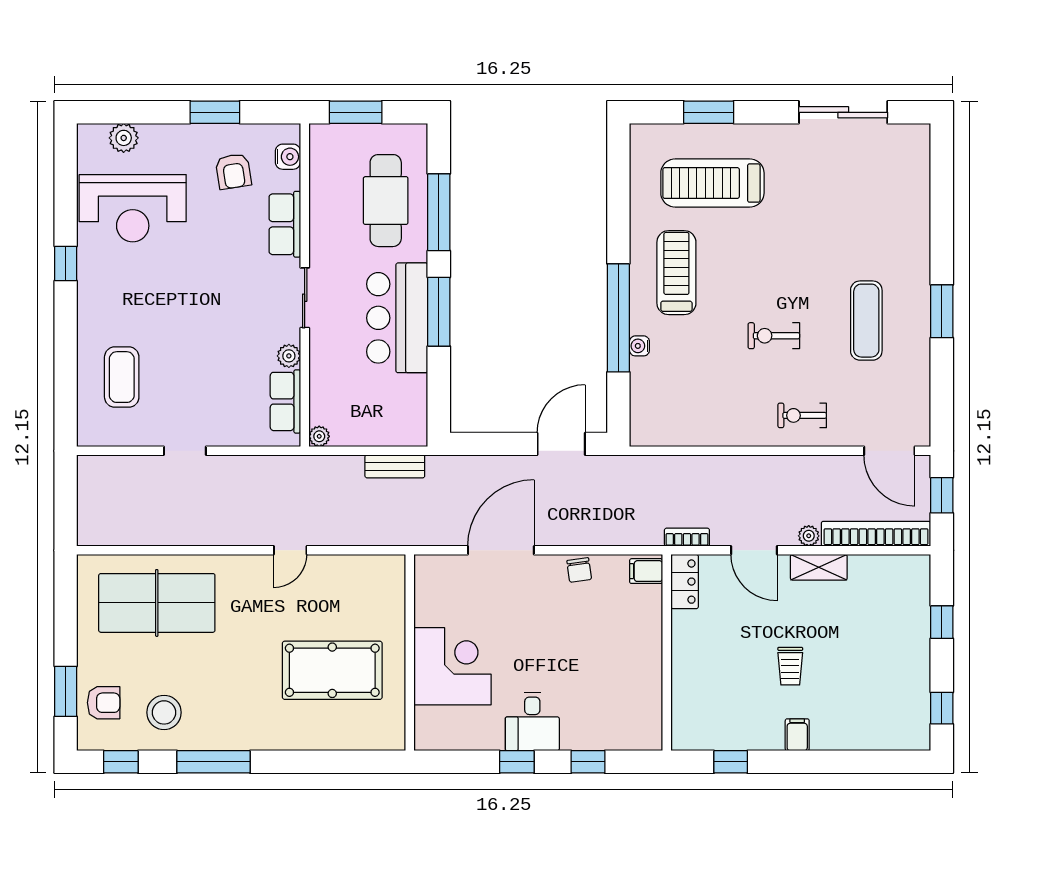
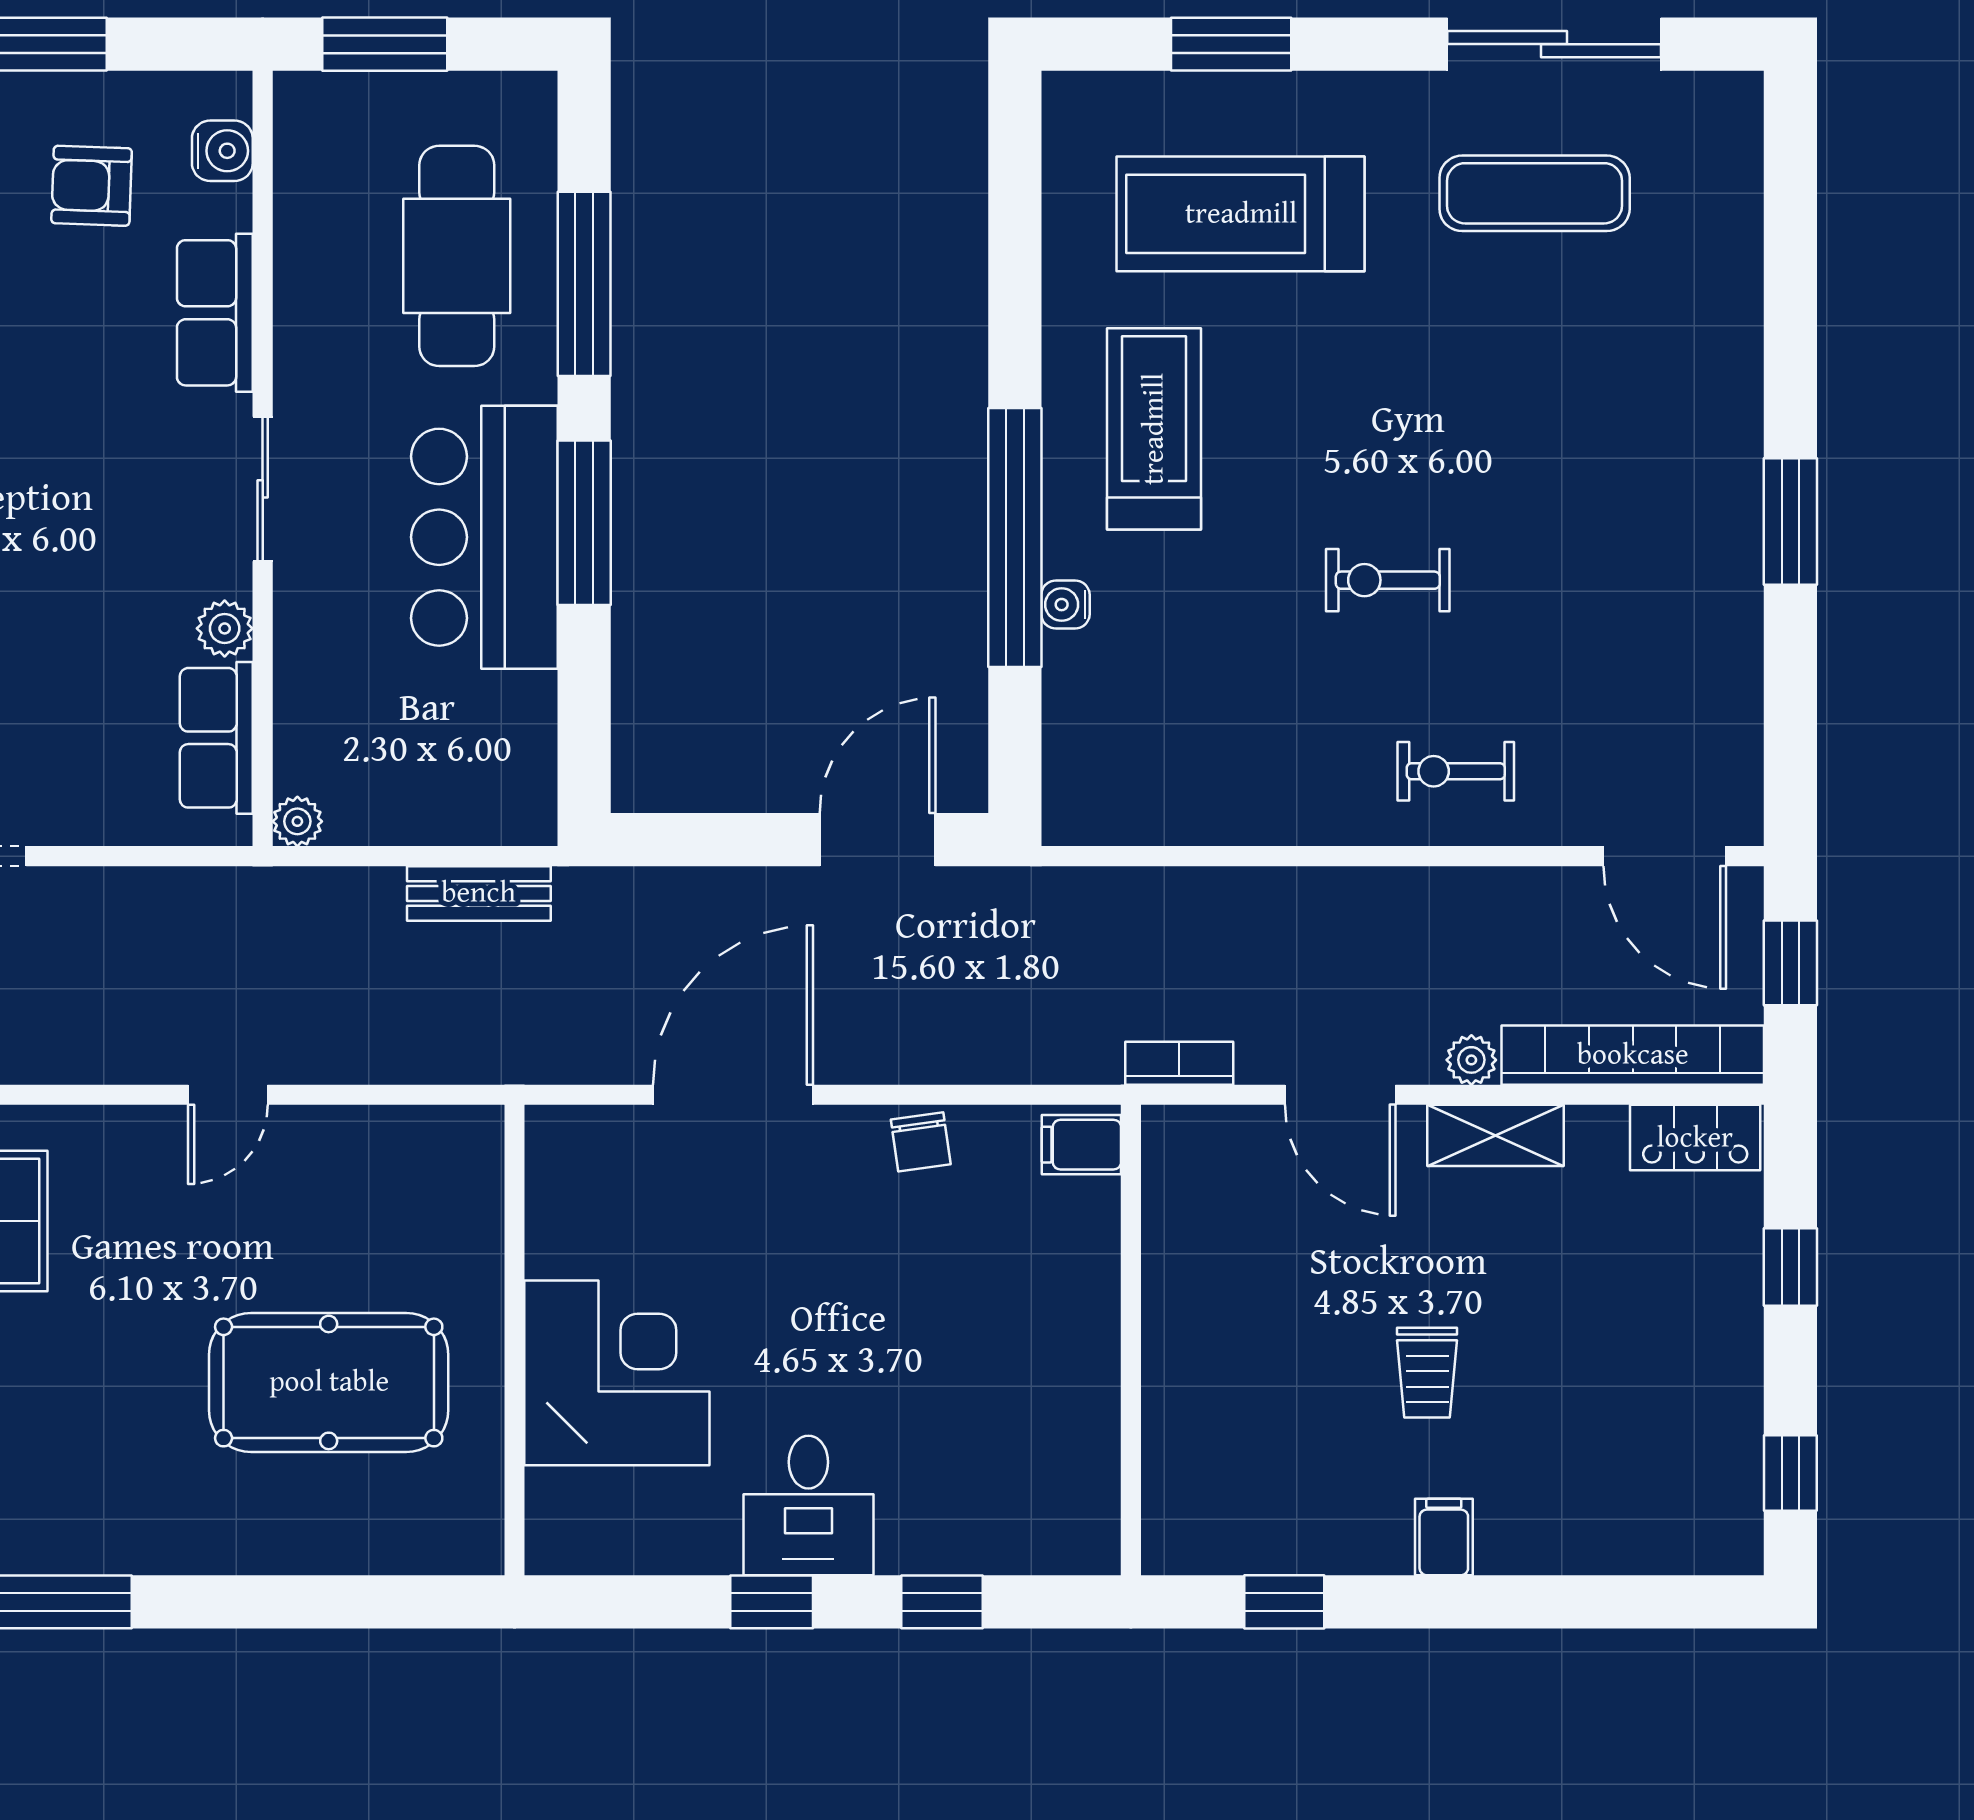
armchair: (233, 171) -> (92, 186), turned 101
exercise mat: (866, 321) -> (1535, 193), moved, turned 90
locker: (685, 582) -> (1695, 1138), moved, turned 90

